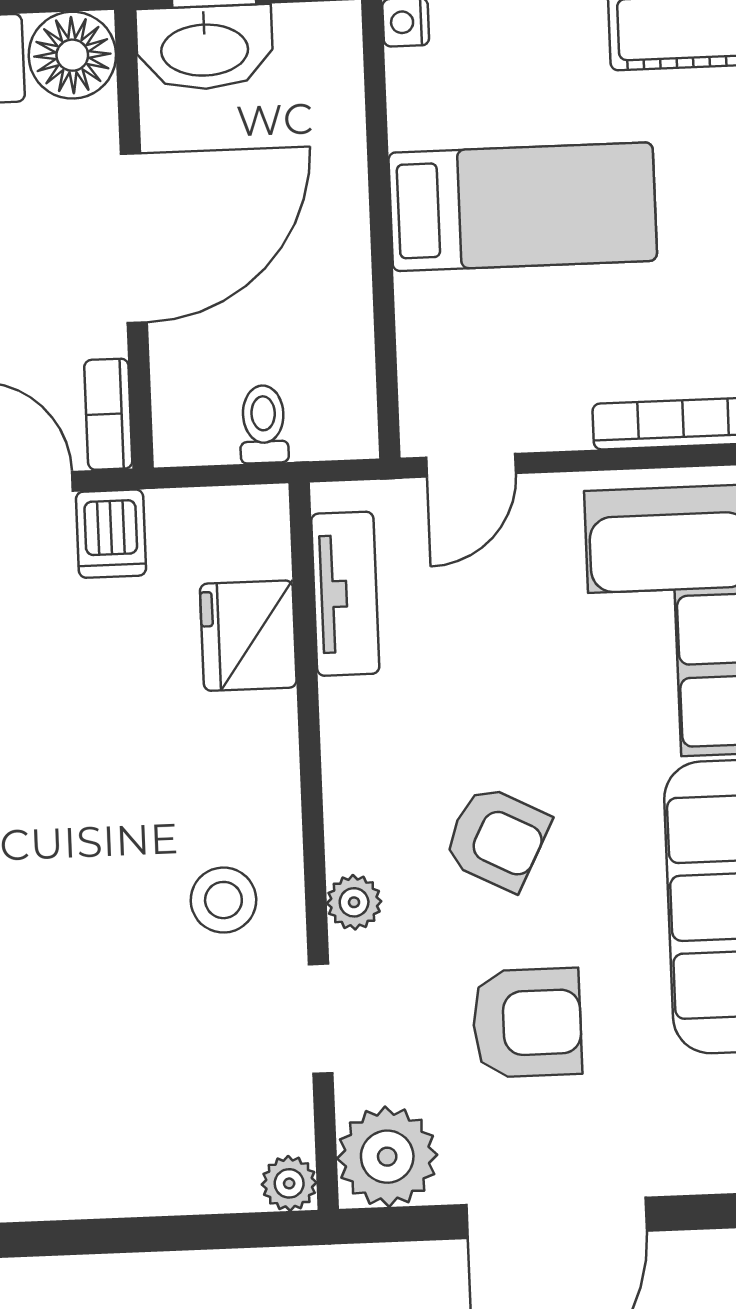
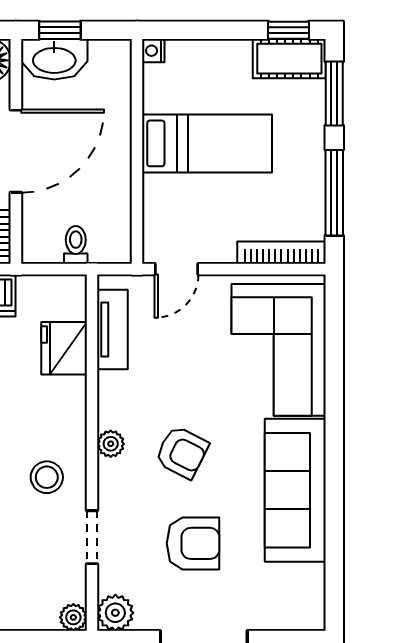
plant: (354, 902) -> (111, 444), moved
plant: (387, 1157) -> (115, 613), width x0.73, depth x0.73

